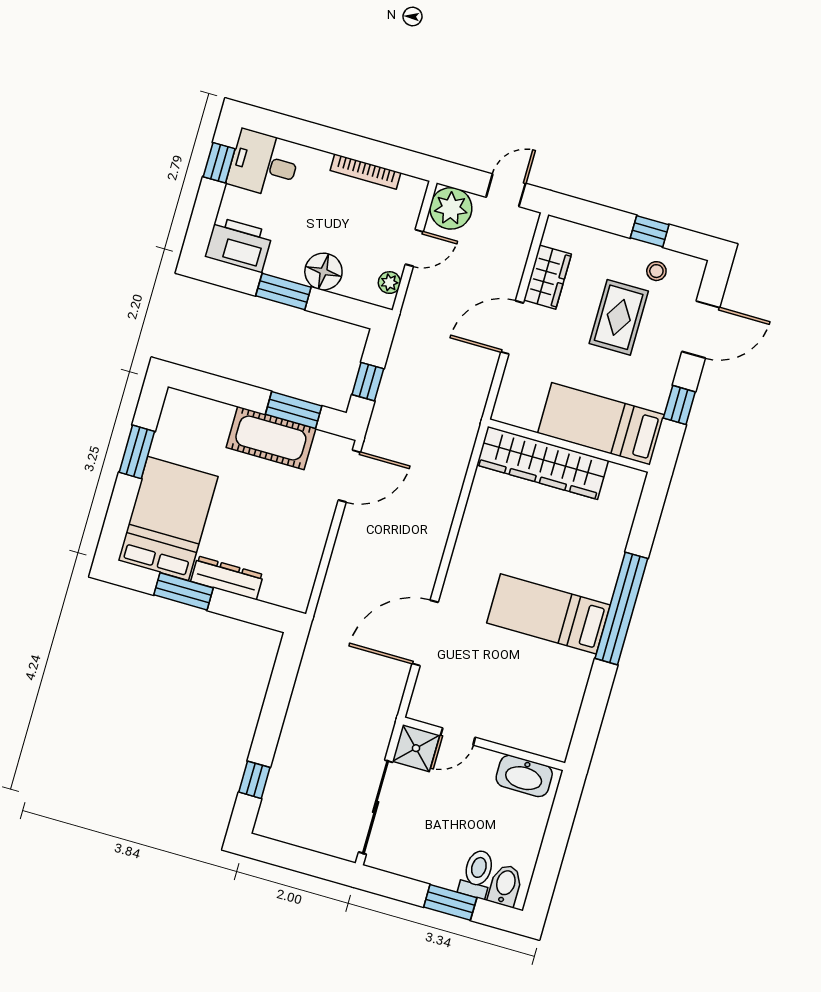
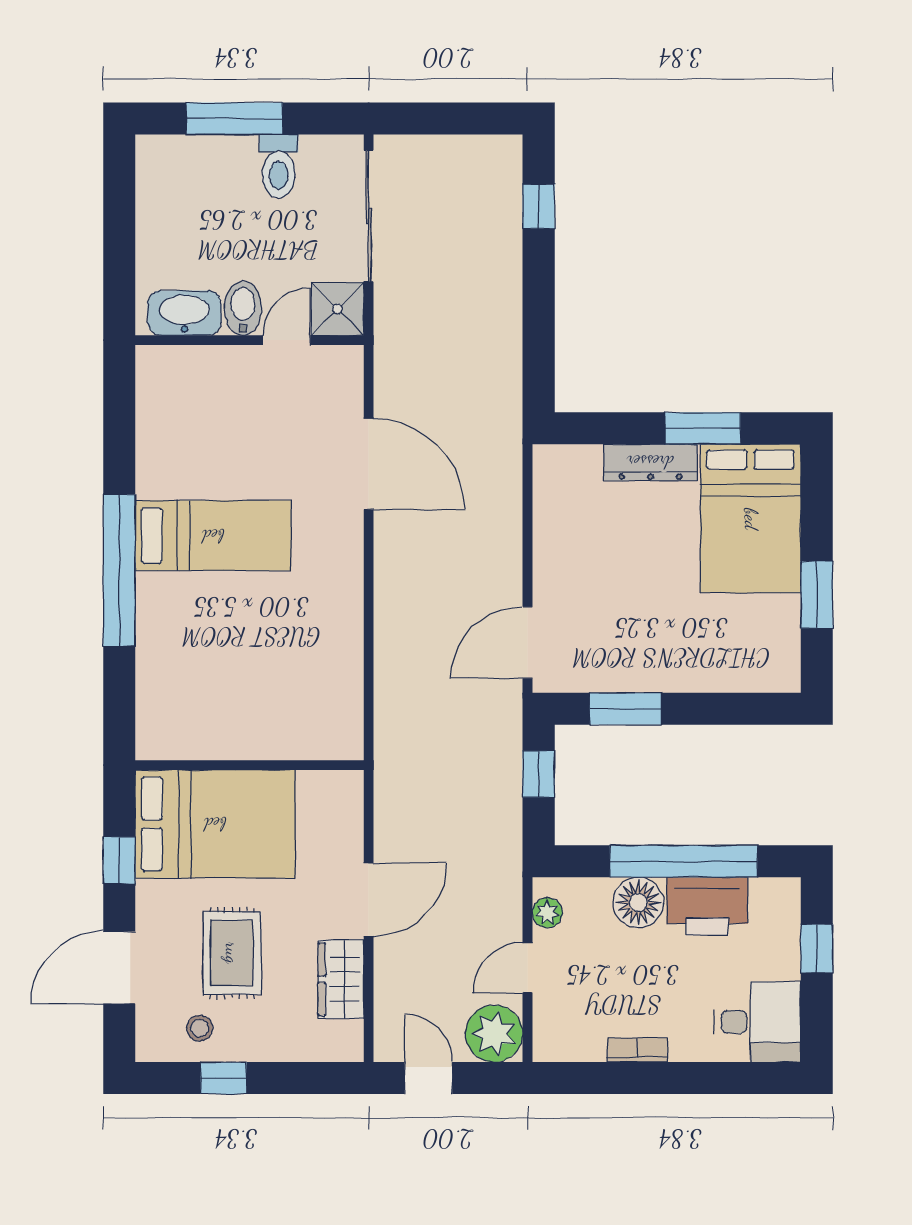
window: (219, 163) -> (817, 948), moved
bookcase: (366, 171) -> (637, 1050), width x0.64
door: (506, 190) -> (428, 1078), swing flipped
printer: (239, 245) -> (707, 906), moved
window: (283, 291) -> (684, 861), width x2.11
bed: (601, 424) -> (215, 824), width x1.50
cot: (271, 438) -> (645, 663), removed
wardrobe: (542, 463) -> (278, 732), removed
door: (425, 633) -> (369, 464), hinge flipped
toilet: (477, 874) -> (279, 166), moved
bidet: (505, 885) -> (243, 308), moved, turned 180
window: (450, 902) -> (234, 118), width x1.44

